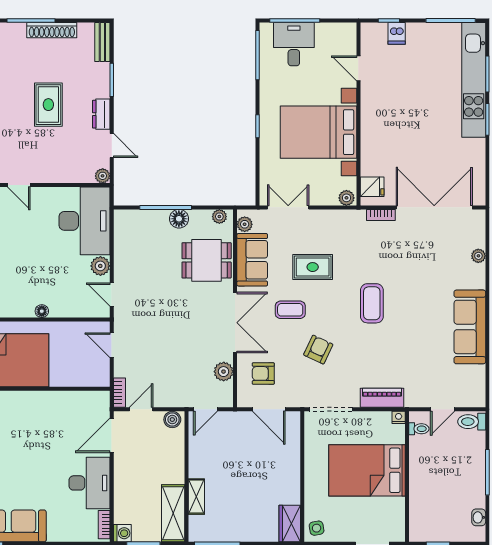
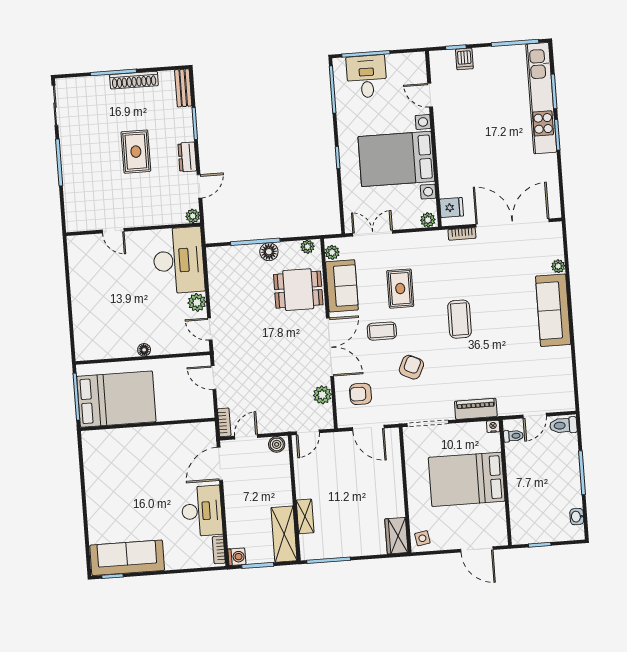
door: (112, 146) -> (199, 186), hinge flipped
rug: (313, 267) -> (400, 289), turned 90
sofa: (470, 327) -> (553, 310), moved

